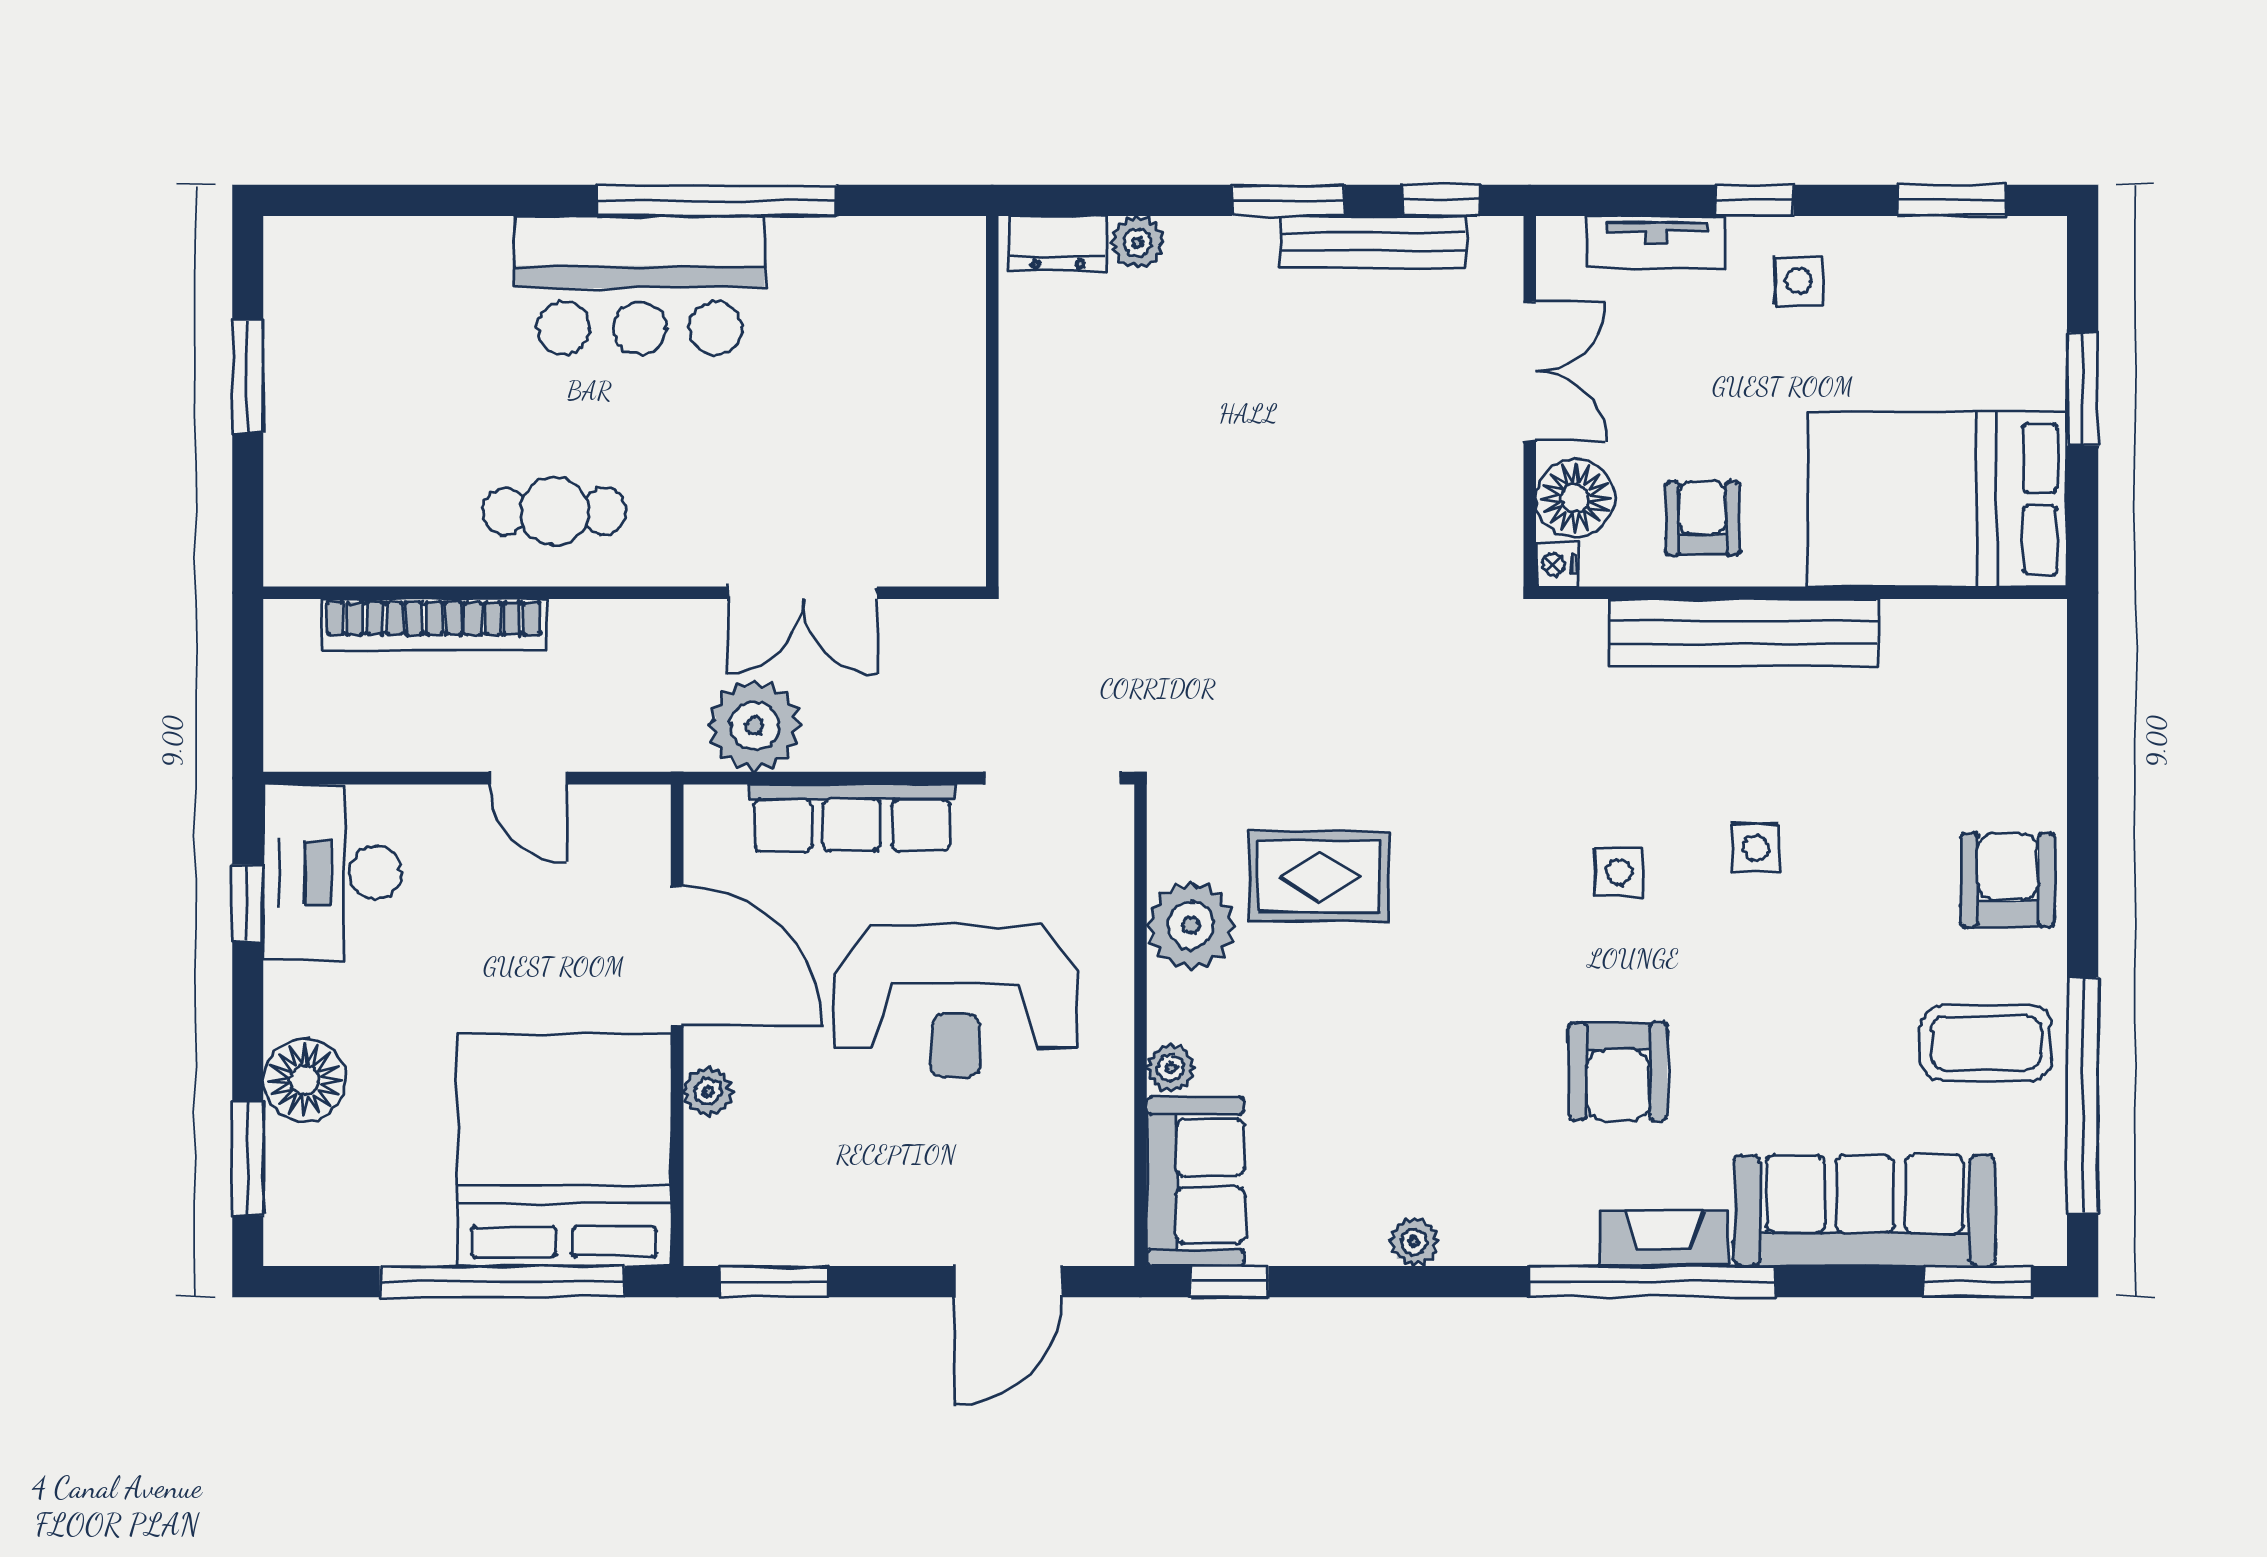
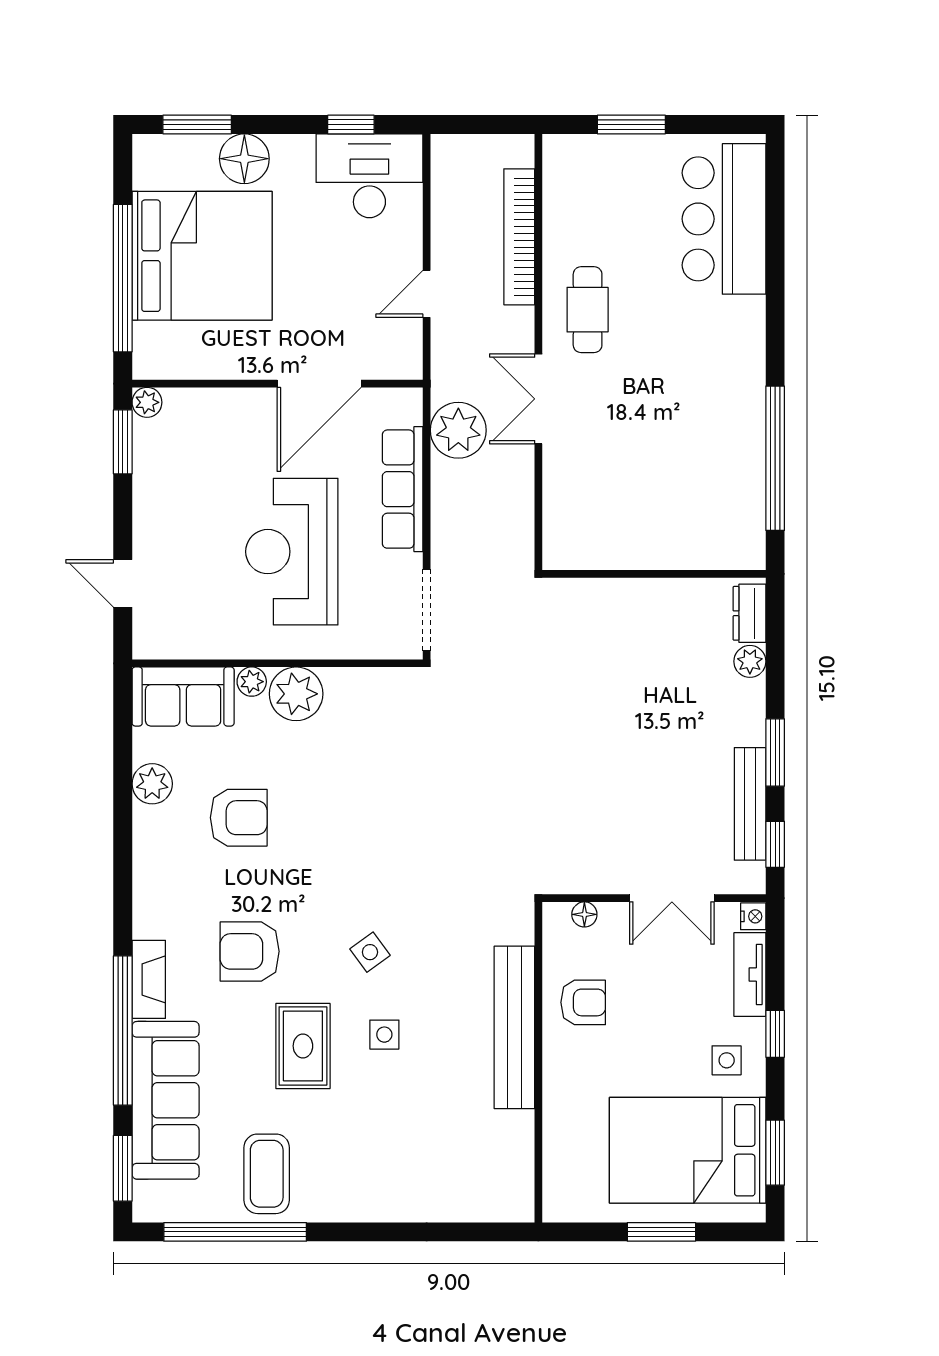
window: (717, 200) -> (775, 458), moved
bar counter: (640, 285) -> (724, 219), moved
window: (248, 377) -> (631, 125), moved
floor lamp: (1575, 498) -> (584, 914), width x0.53, depth x0.53
bed: (1938, 499) -> (688, 1150), moved, turned -90
nightstand: (1557, 564) -> (753, 916), moved, turned 90
double door: (802, 593) -> (538, 399), moved
side table: (1619, 872) -> (370, 952), turned -36
rug: (1319, 876) -> (303, 1046), moved
armchair: (2008, 880) -> (239, 818), moved
plant: (1191, 925) -> (296, 694), moved
plant: (708, 1091) -> (147, 402), moved
bed: (564, 1150) -> (202, 256), moved
plant: (1414, 1242) -> (152, 784), moved, width x1.38, depth x1.38
door: (1008, 1282) -> (123, 583), width x0.73
window: (1229, 1282) -> (123, 717), removed
window: (1652, 1282) -> (123, 1031), moved

